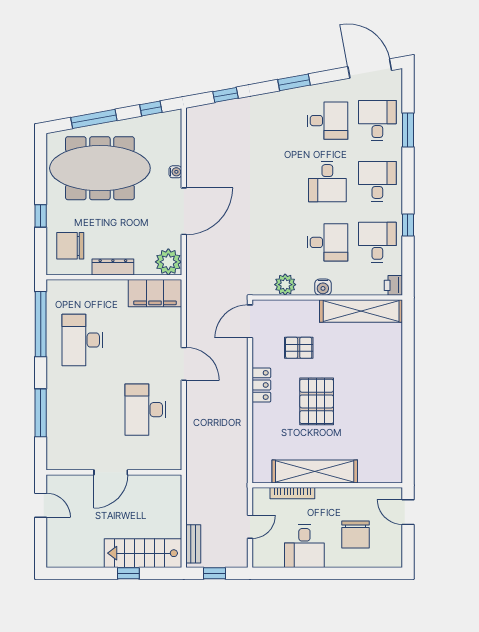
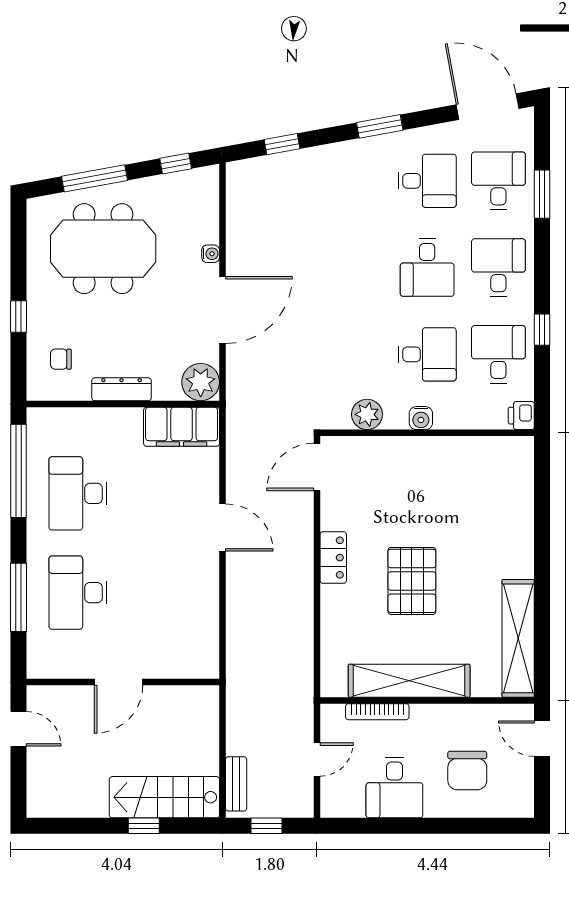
meeting table: (100, 168) -> (103, 249), width x0.73
chair: (70, 246) -> (61, 359), width x0.54, depth x0.54
shelving: (361, 311) -> (518, 638), moved, turned 90
pallet: (299, 348) -> (386, 505), removed
desk: (145, 410) -> (78, 593), moved

